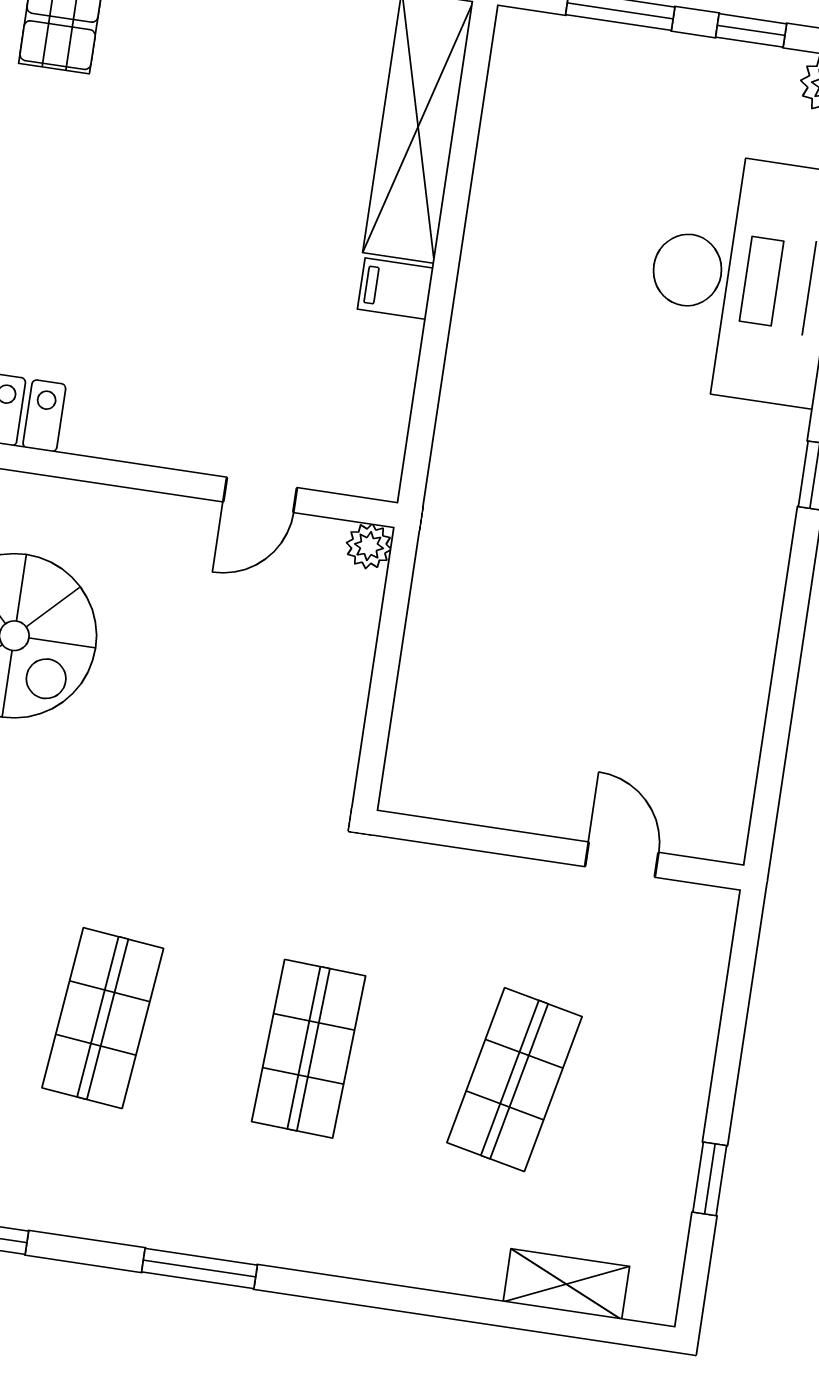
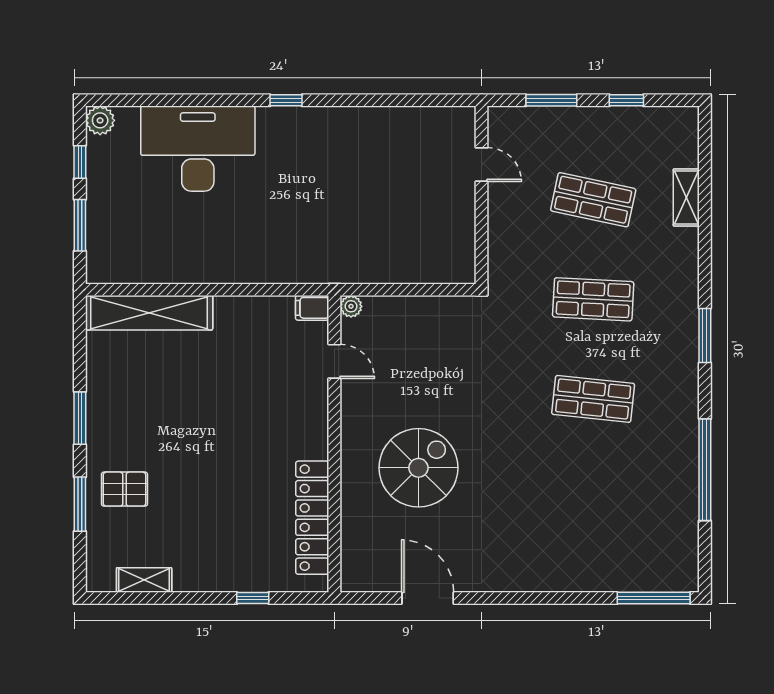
filing cabinet: (395, 289) -> (312, 308), moved, turned 90
door: (622, 860) -> (481, 164), swing flipped
window: (733, 1024) -> (551, 100), added
shelving: (566, 1284) -> (686, 197), moved

